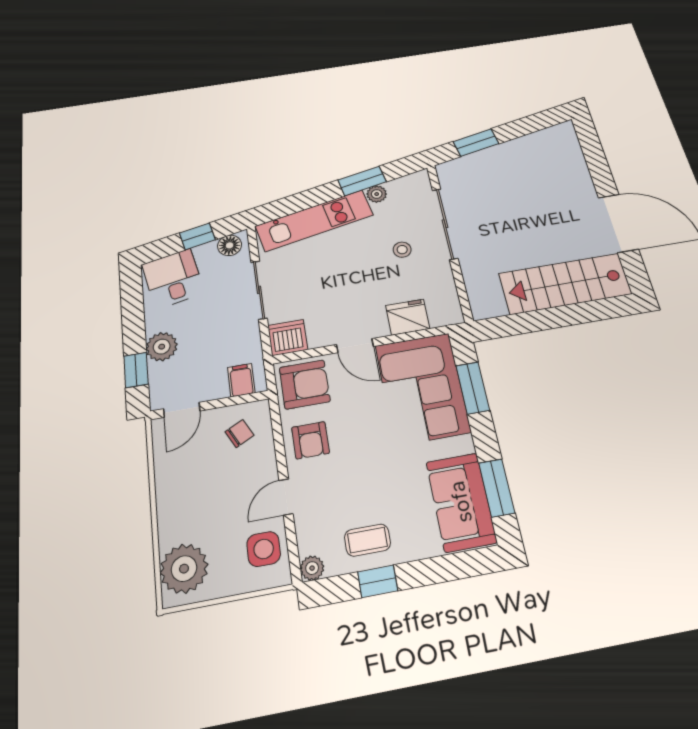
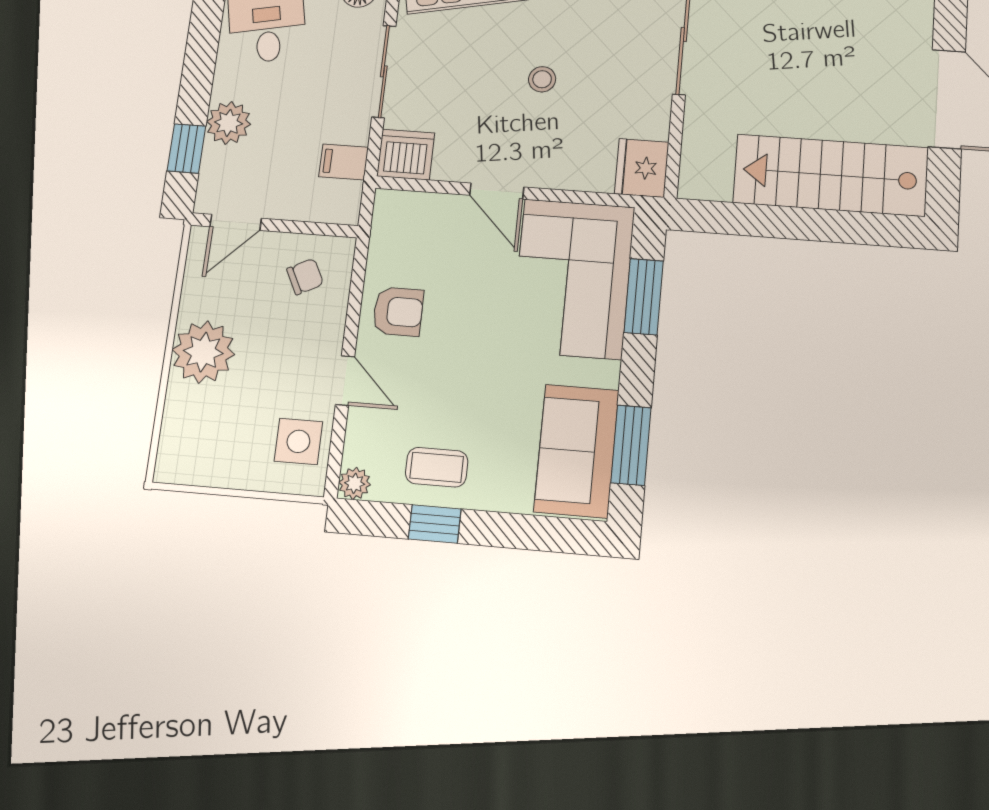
stool: (402, 250) -> (542, 79), moved
fridge: (408, 317) -> (642, 168), moved, turned -90
filing cabinet: (241, 380) -> (344, 162), moved, turned -90
armchair: (305, 384) -> (411, 230), removed
armchair: (310, 440) -> (398, 312), turned -90
door: (286, 497) -> (345, 381), swing flipped
plant: (184, 569) -> (203, 352), moved

